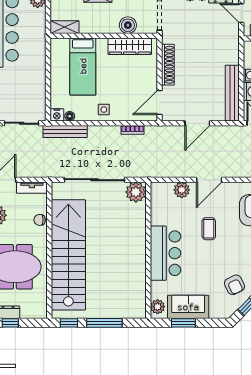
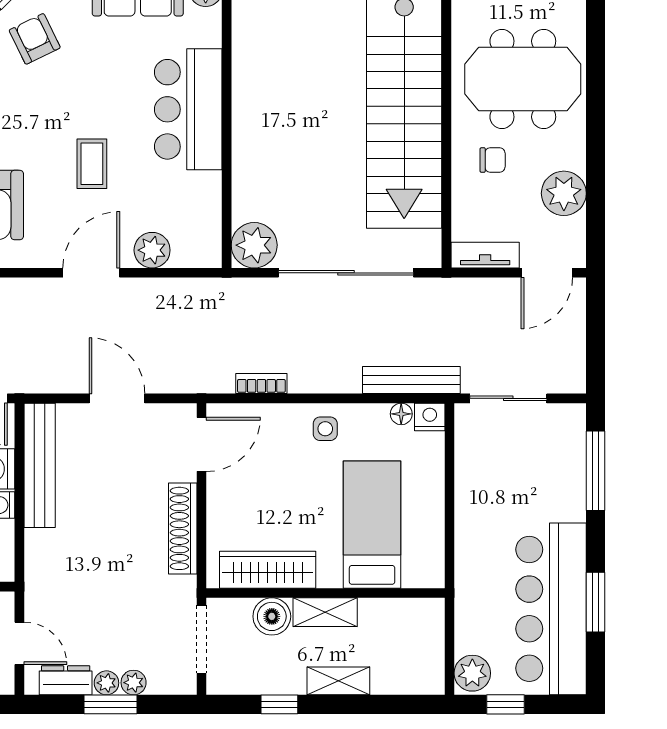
shelving: (64, 27) -> (325, 612), moved
door: (197, 123) -> (117, 398), hinge flipped
chair: (40, 220) -> (493, 160), moved

